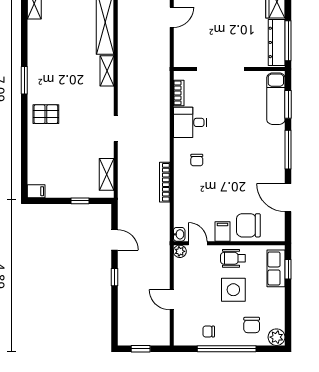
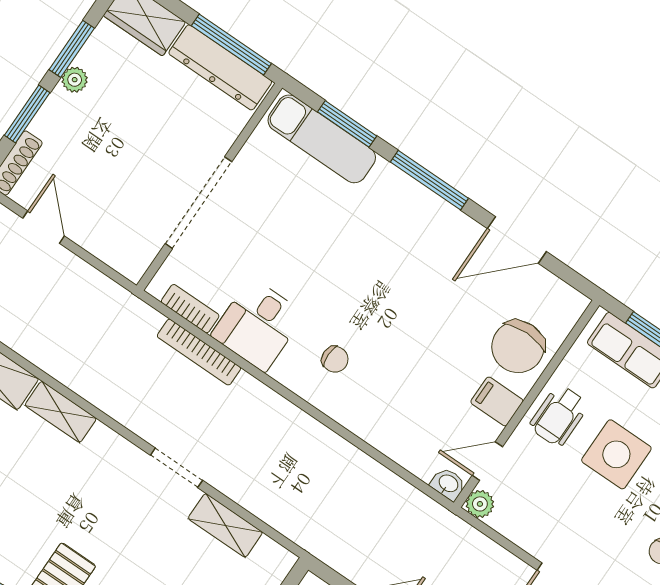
shelving: (107, 174) -> (225, 525), moved
bookcase: (165, 182) -> (199, 352), moved

